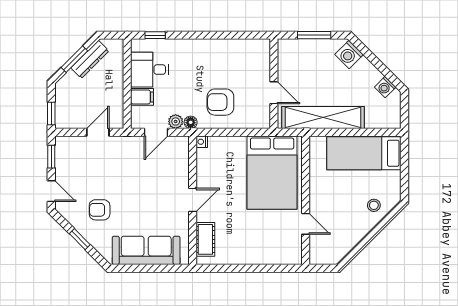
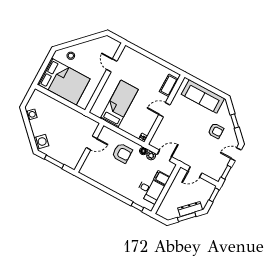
dresser: (90, 59) -> (190, 209), moved
door: (274, 93) -> (92, 143), swing flipped
shelving: (323, 118) -> (73, 116), removed
bed: (364, 153) -> (64, 81), width x1.50
bed: (272, 173) -> (119, 104), width x0.67
door: (51, 191) -> (236, 154), hinge flipped

